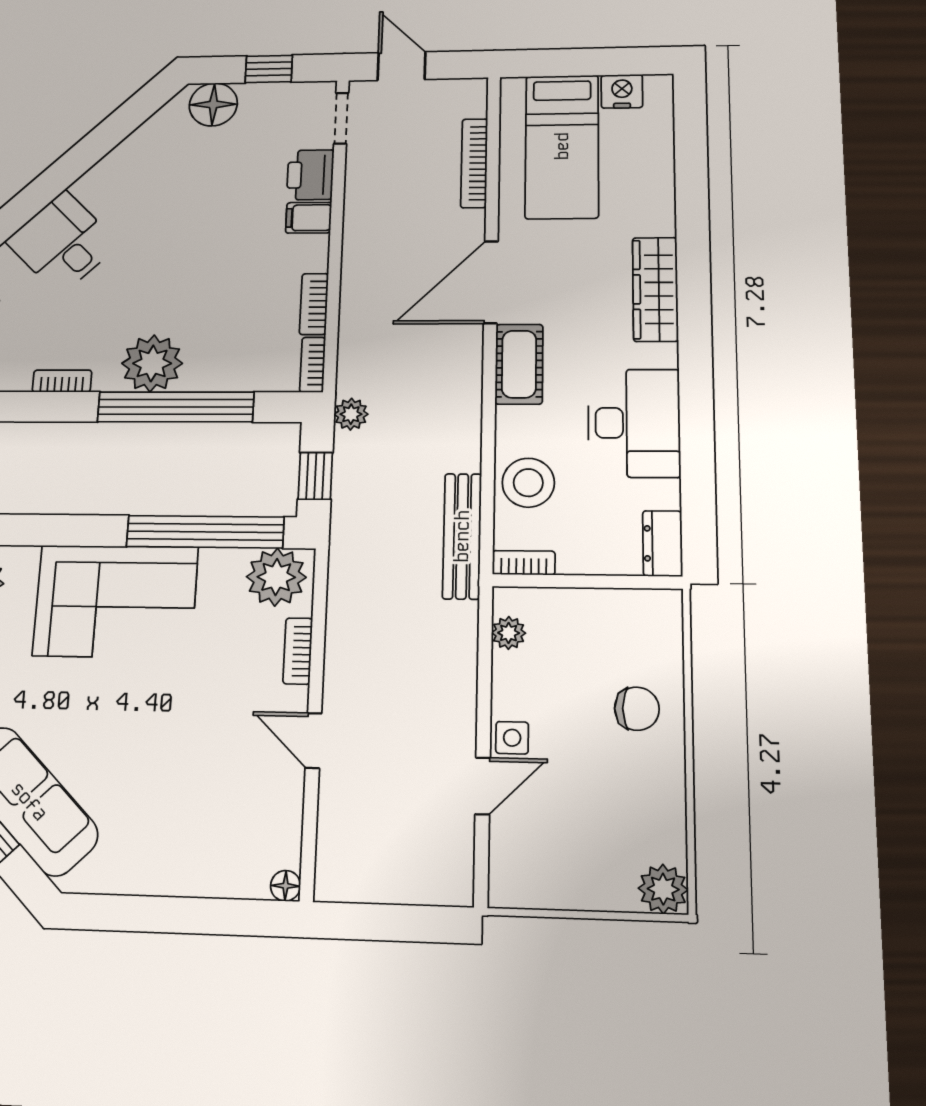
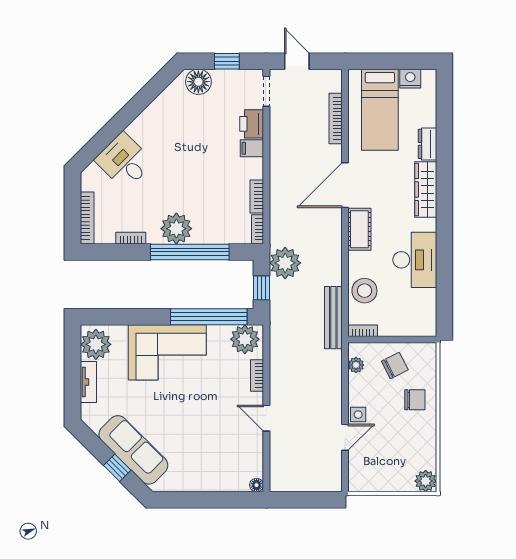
plant: (351, 414) -> (285, 263), width x1.87, depth x1.87
dresser: (663, 543) -> (427, 144), moved
chair: (593, 635) -> (395, 365), added

